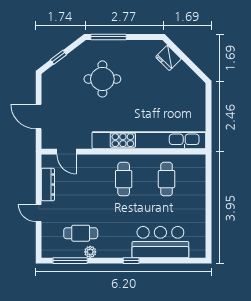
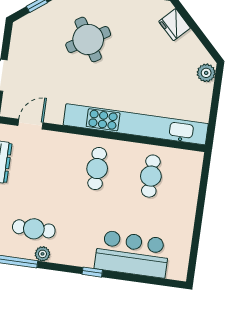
round table: (102, 79) -> (88, 39), turned -31
plant: (198, 92) -> (206, 73), added
door: (66, 152) -> (30, 124), swing flipped

